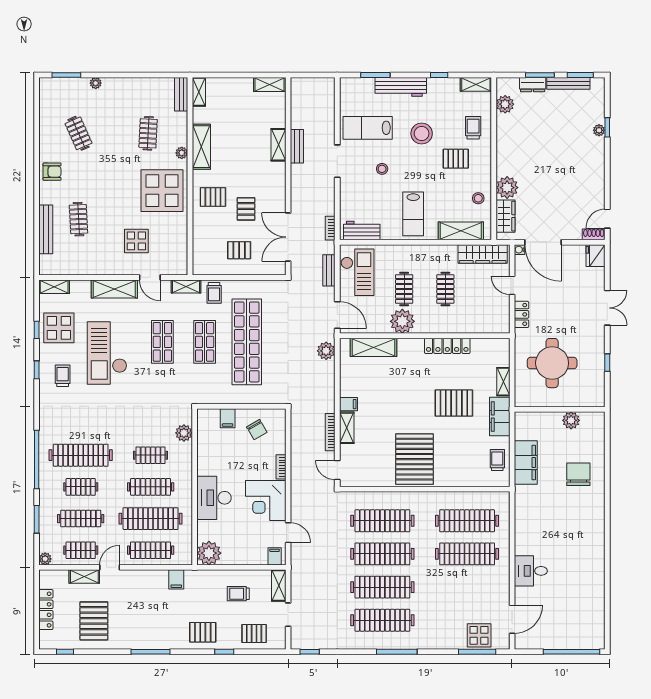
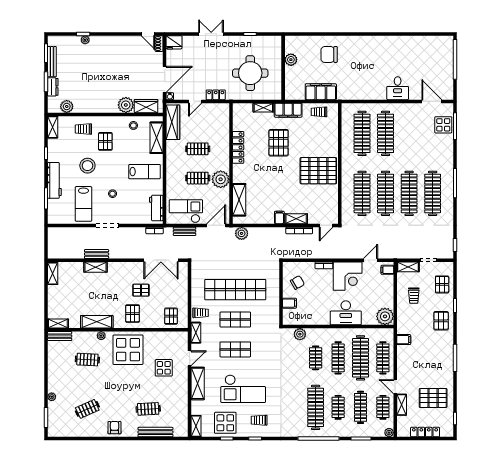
pallet: (239, 250) -> (171, 316), moved

